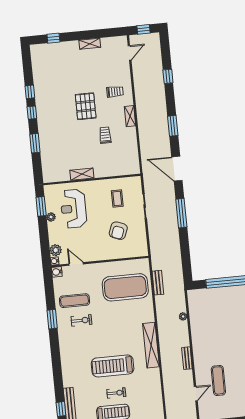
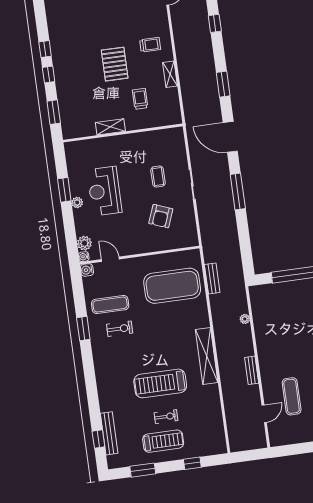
shelving: (82, 174) -> (110, 127), moved
wall: (92, 179) -> (123, 133), moved

